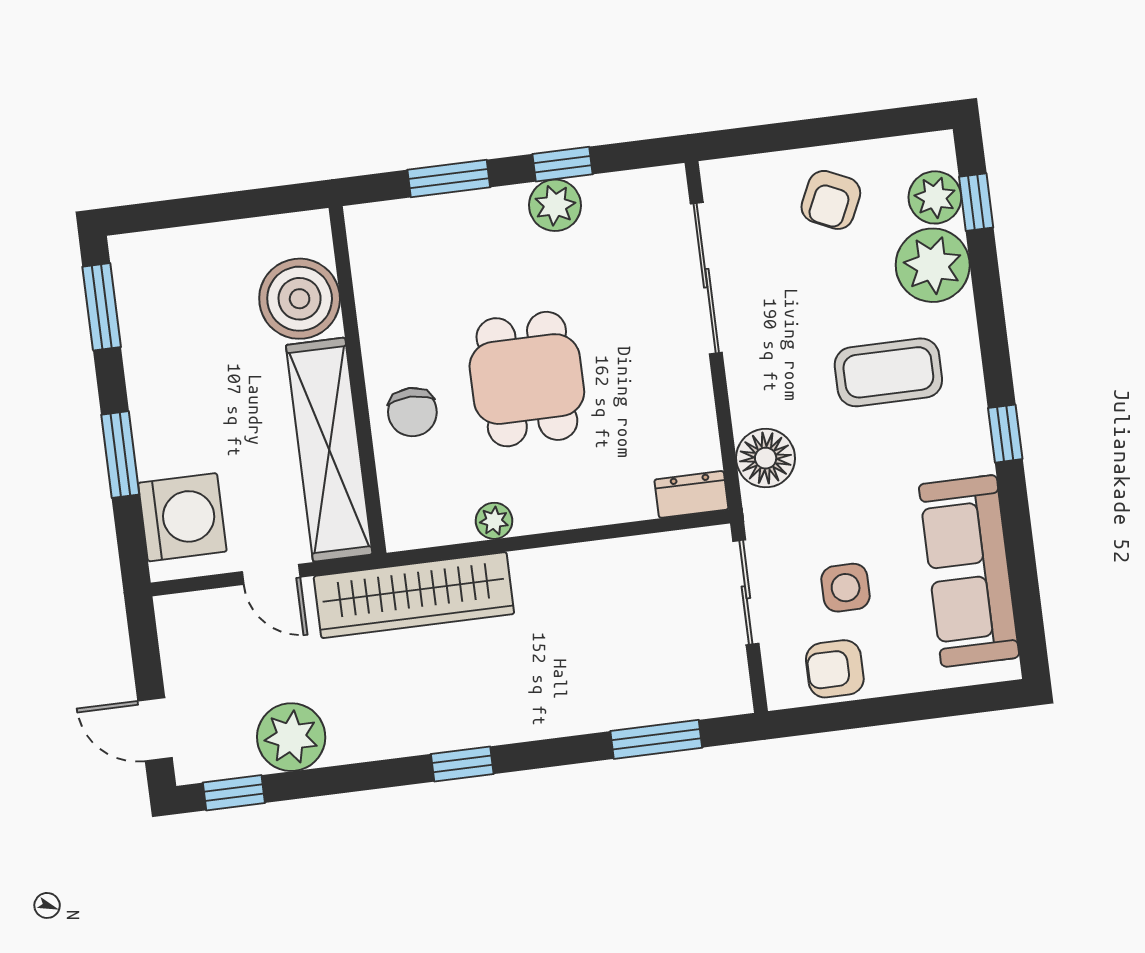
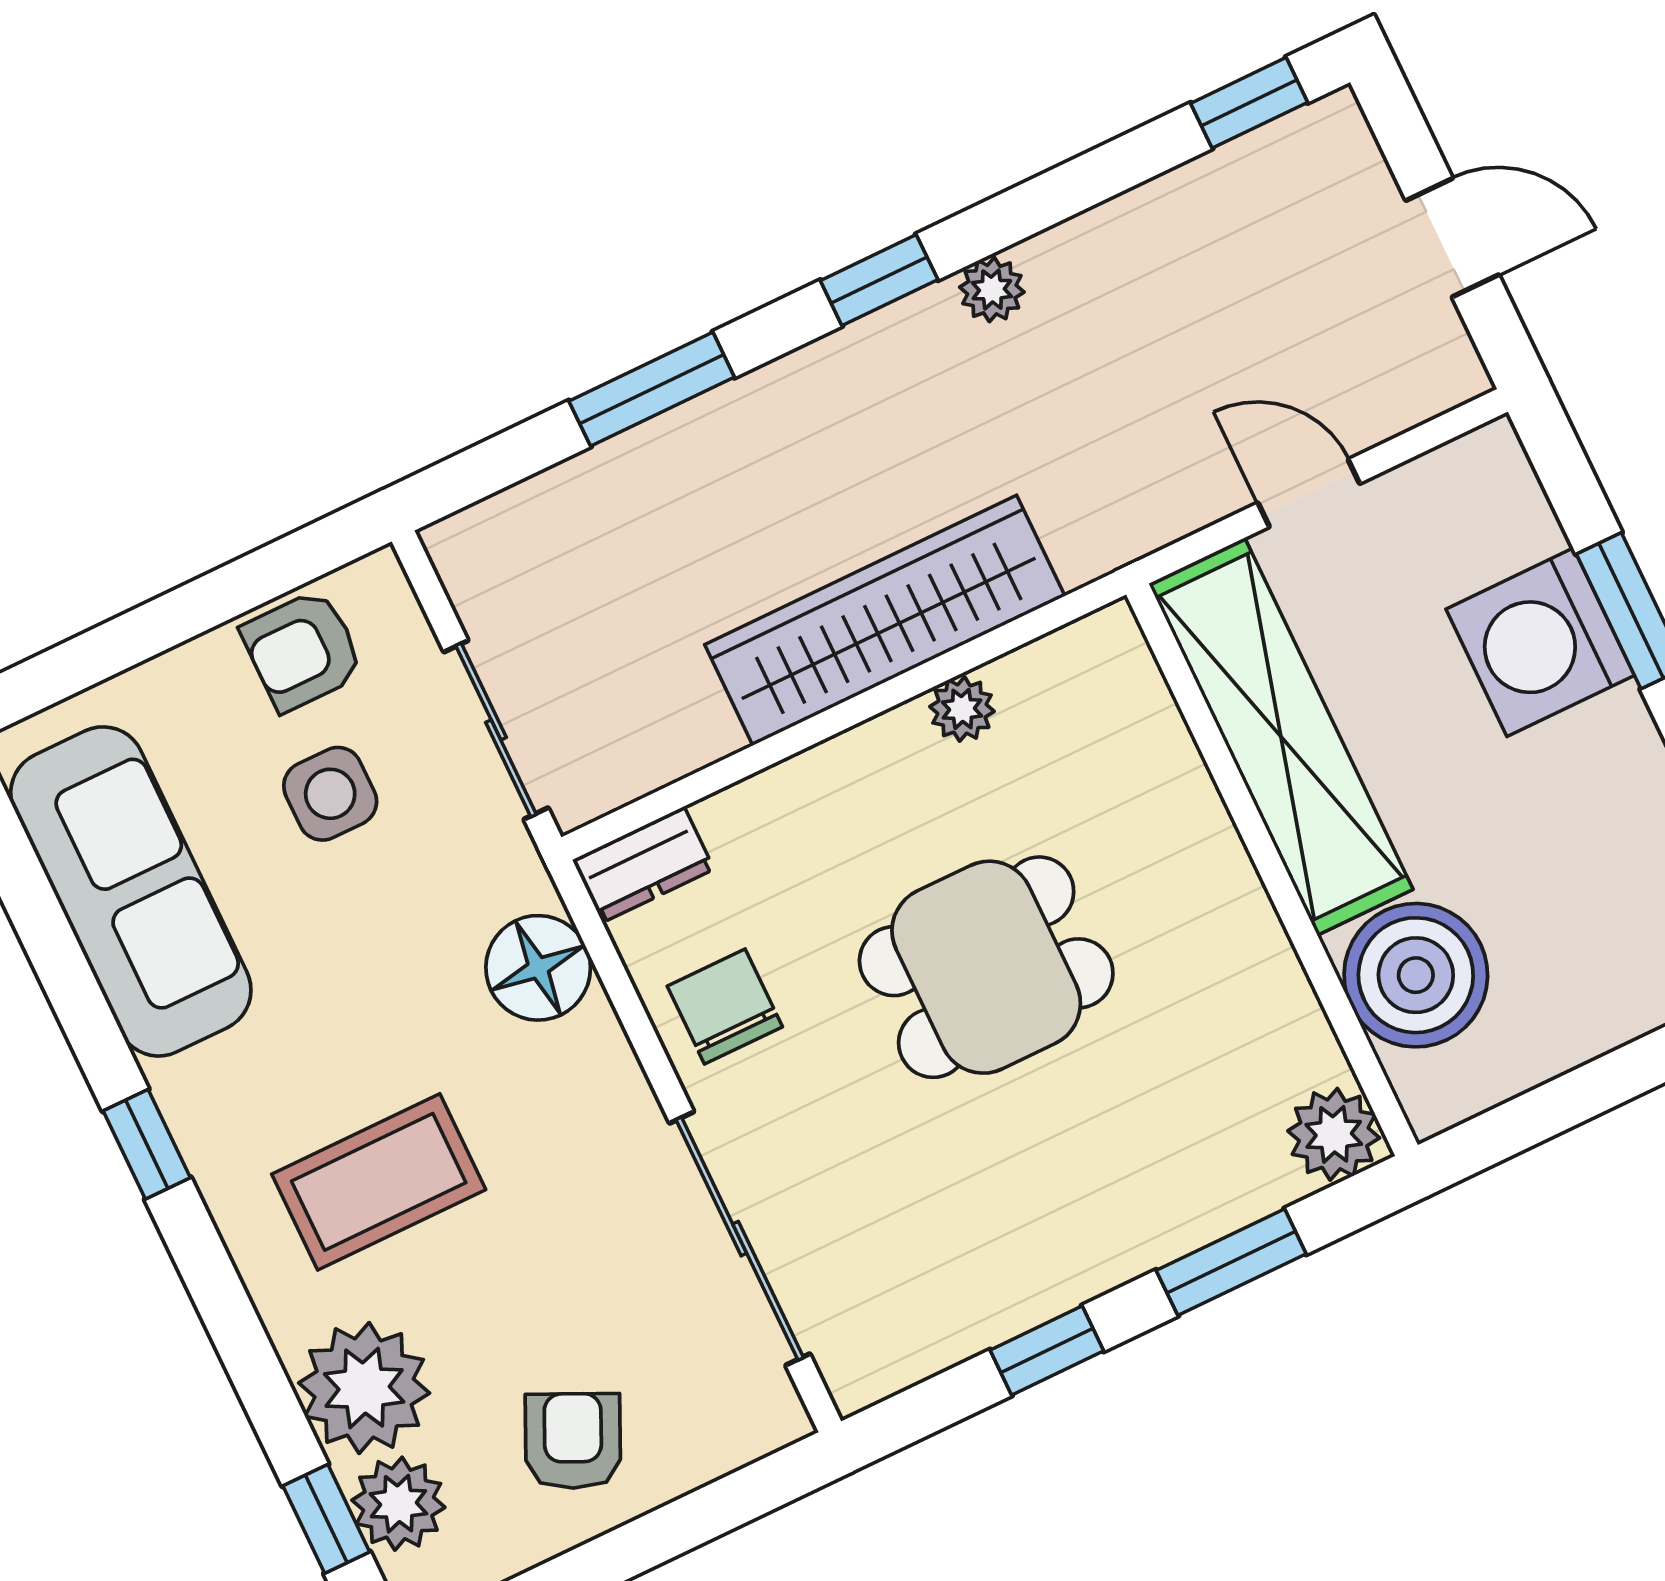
plant: (555, 205) -> (1334, 1134), moved
dining table: (527, 379) -> (986, 967), turned 90
chair: (412, 412) -> (725, 1007), moved
washing machine: (182, 517) -> (1540, 642), moved
wardrobe: (414, 595) -> (885, 620), moved
armchair: (835, 669) -> (303, 650), turned 180
door: (155, 729) -> (1452, 238), moved
plant: (291, 737) -> (992, 290), moved, width x0.53, depth x0.53
window: (656, 739) -> (652, 389), moved

